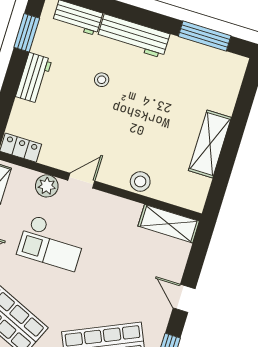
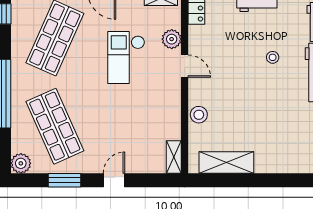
shelving: (210, 144) -> (226, 162), moved
shelving: (169, 224) -> (174, 157), width x0.67, depth x0.75

